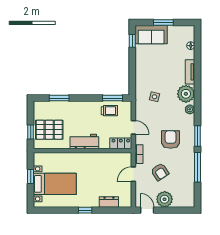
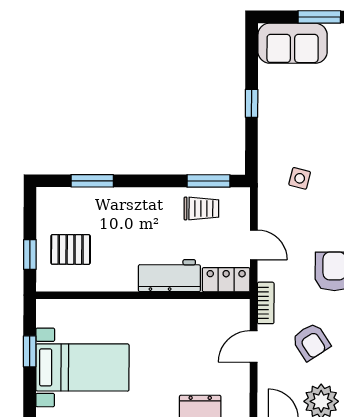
window: (132, 41) -> (252, 103), moved
pallet: (49, 130) -> (71, 249), width x0.67, depth x0.71
workbench: (84, 142) -> (169, 276), moved

